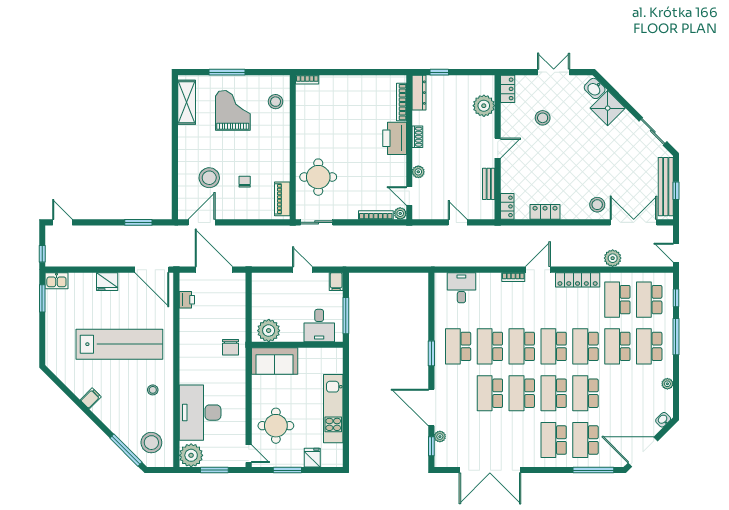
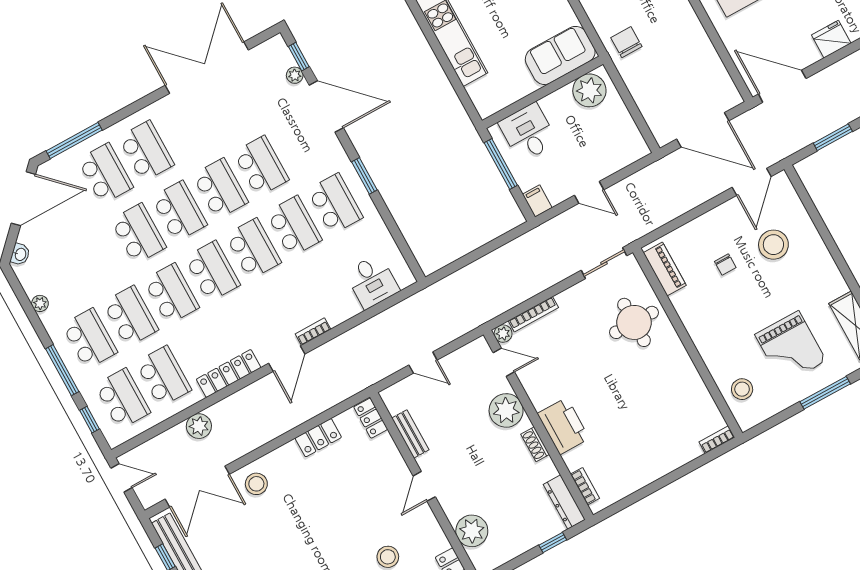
bookcase: (401, 102) -> (585, 486), width x0.64
plant: (418, 172) -> (506, 410), width x1.87, depth x1.87
printer: (187, 300) -> (716, 72), removed

